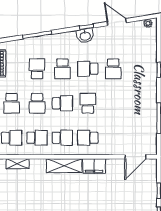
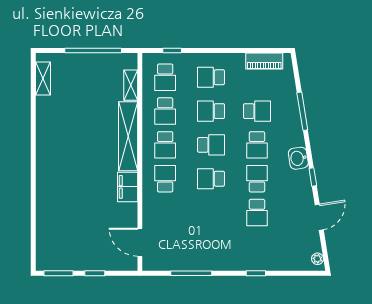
washbasin: (85, 36) -> (298, 158), moved
school desk: (62, 69) -> (257, 145), turned -90
school desk: (113, 69) -> (257, 213), turned -90
school desk: (62, 103) -> (211, 145), turned -90
school desk: (88, 103) -> (211, 179), turned 180
shelving: (64, 166) -> (128, 136), width x1.47

